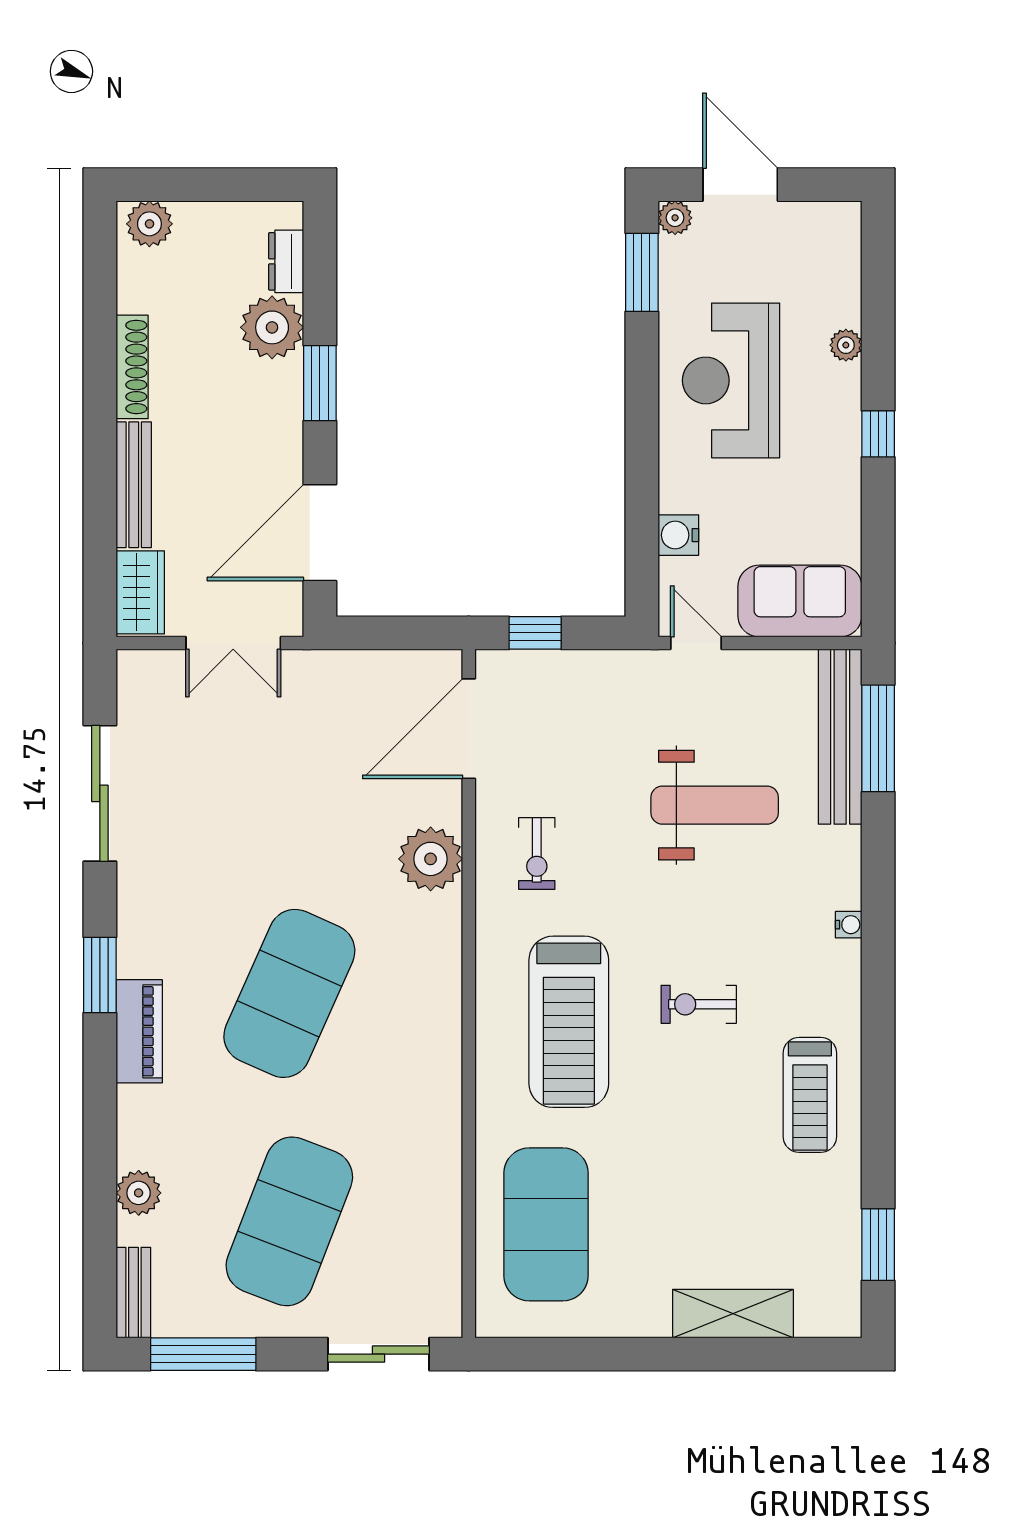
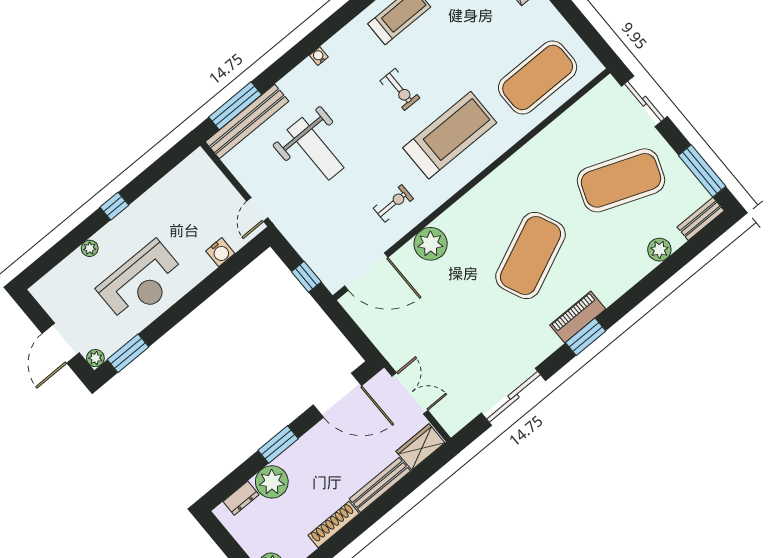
sofa: (800, 601) -> (206, 182), removed
weight bench: (715, 805) -> (316, 149), turned 180
exercise mat: (289, 993) -> (531, 256), turned -48
piano: (139, 1031) -> (578, 317), moved

